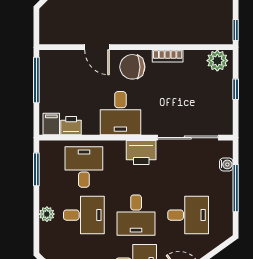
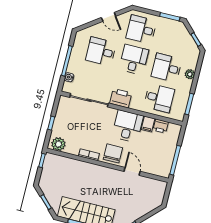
chair: (132, 67) -> (113, 153), turned -90
filing cabinet: (51, 124) -> (148, 124), moved
desk: (84, 167) -> (159, 98), turned -90

